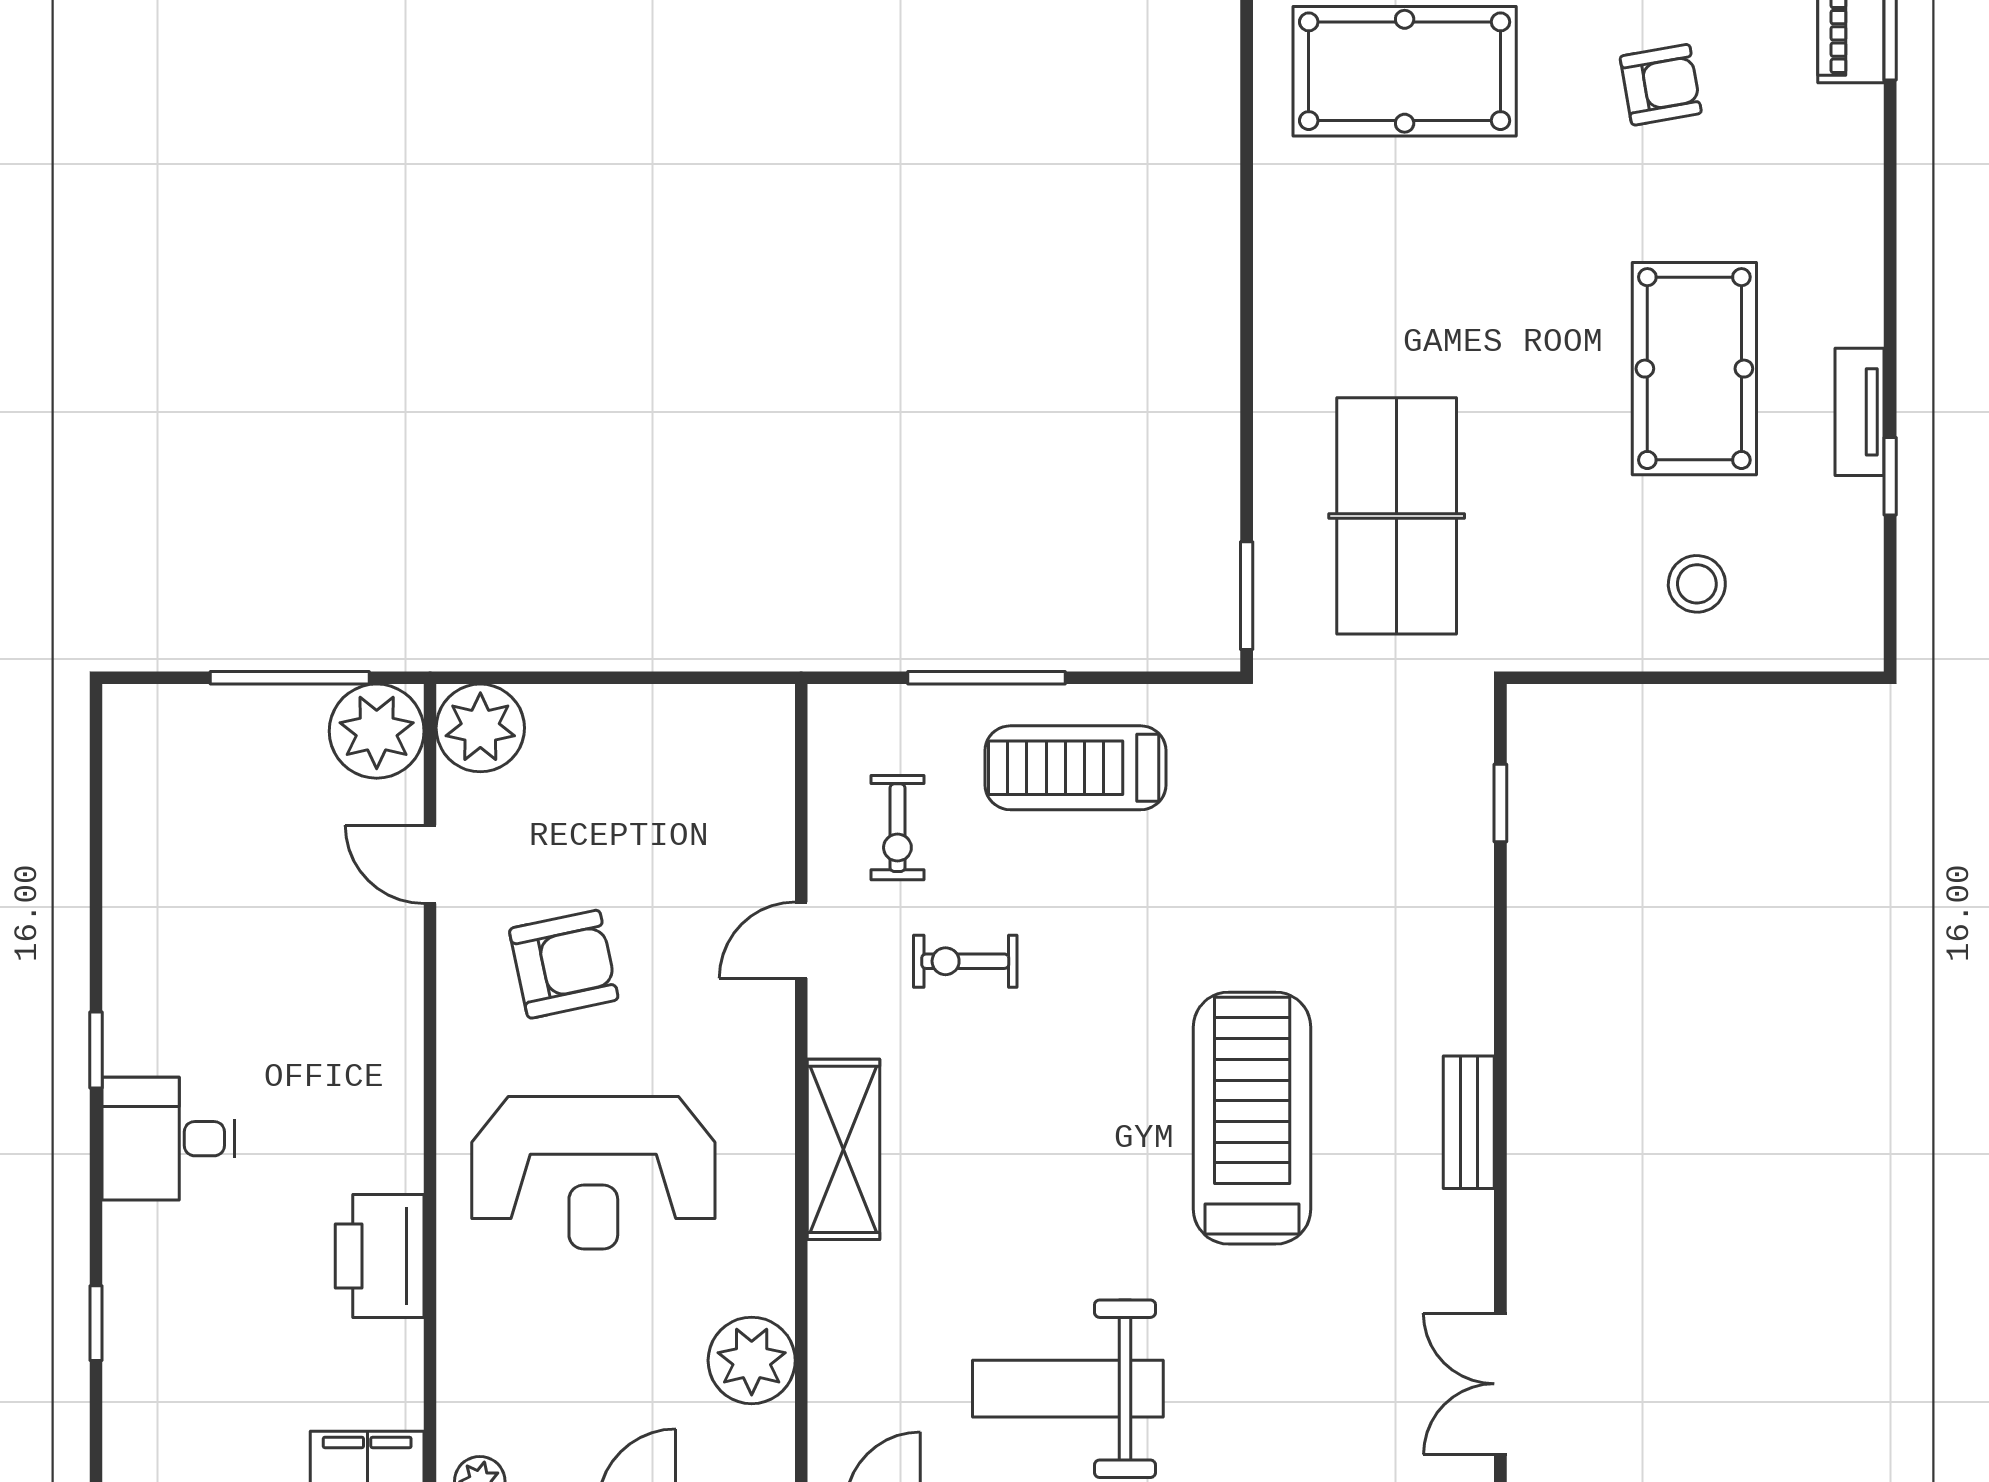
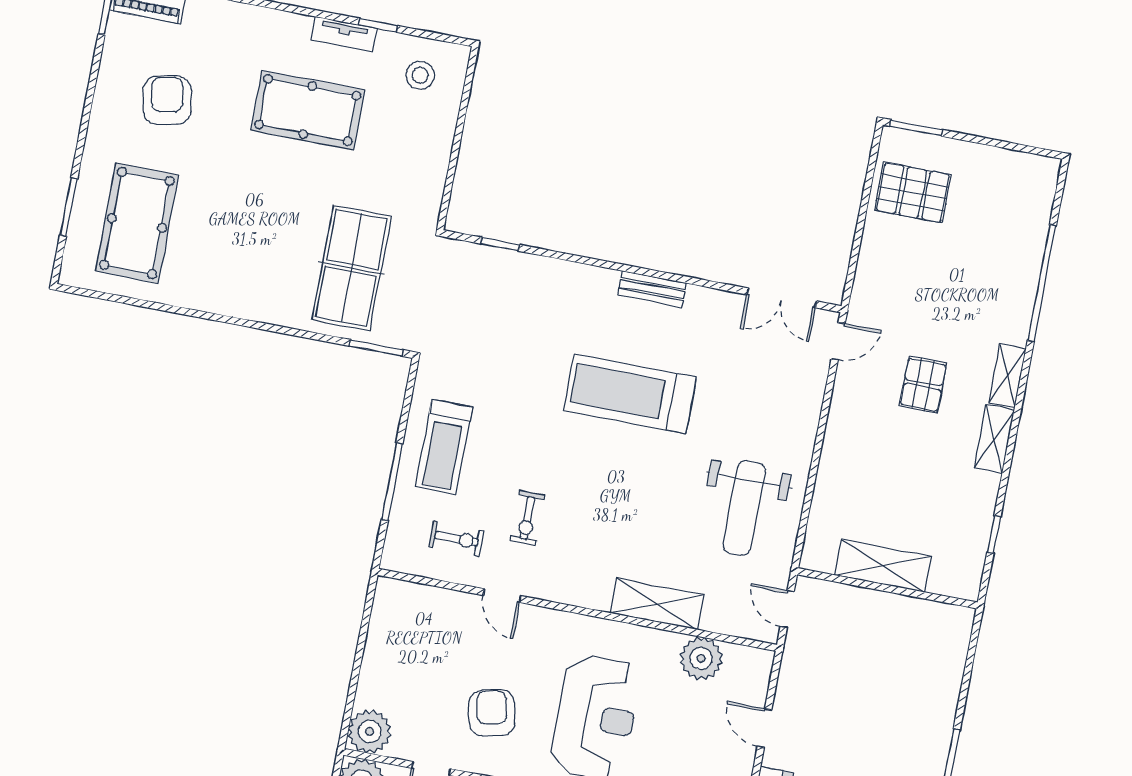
armchair: (1661, 85) -> (167, 100), width x1.38, depth x1.38
table tennis table: (1397, 516) -> (352, 268), turned 90
stool: (1697, 584) -> (420, 75), moved
shelving: (844, 1149) -> (657, 604), moved

